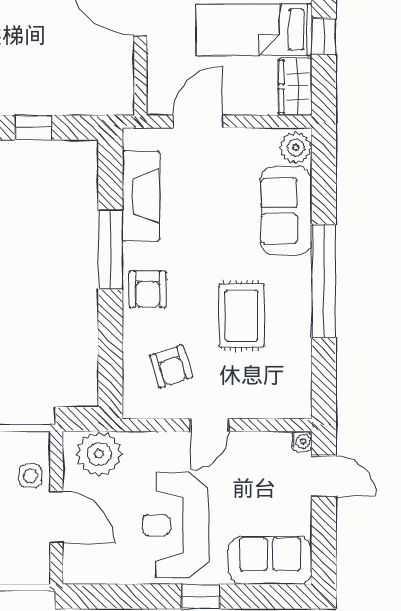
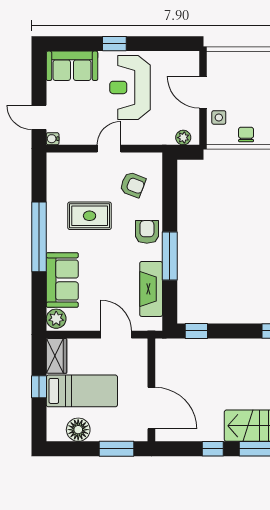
door: (198, 122) -> (116, 335), swing flipped
window: (33, 128) -> (196, 331), moved
rug: (241, 316) -> (90, 216), turned 90
armchair: (171, 366) -> (133, 185), turned 129
plant: (99, 454) -> (183, 138), width x0.53, depth x0.53
reception desk: (175, 525) -> (130, 87), turned 180

